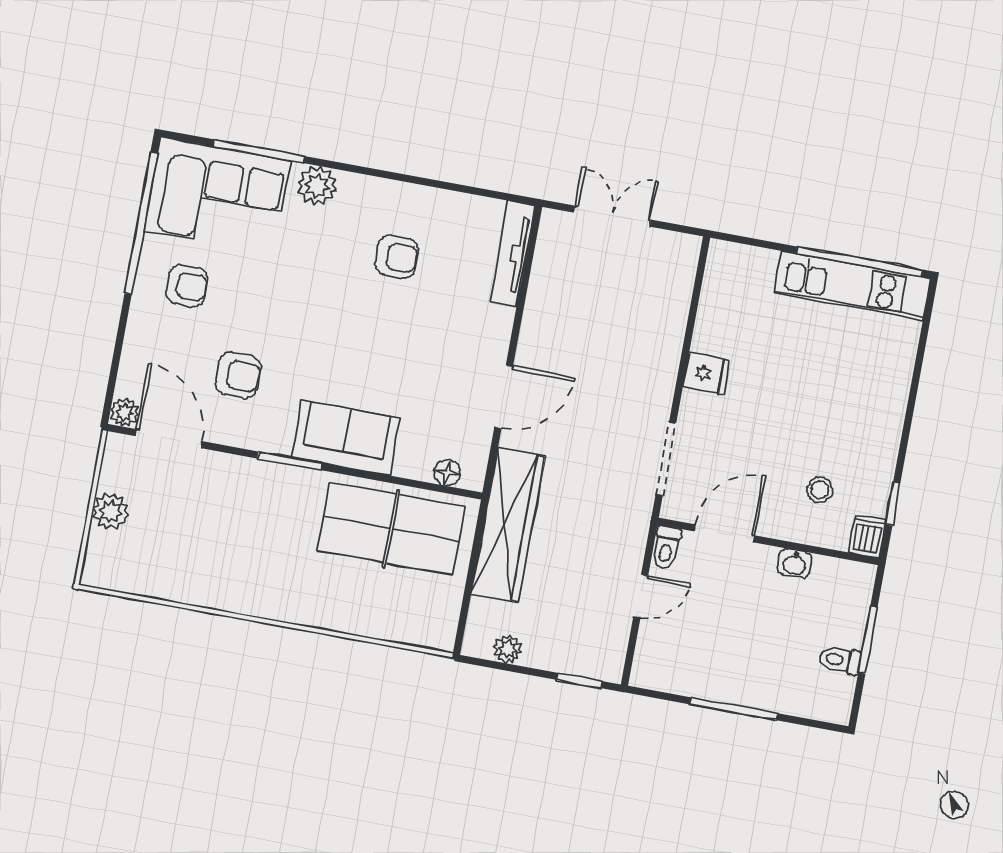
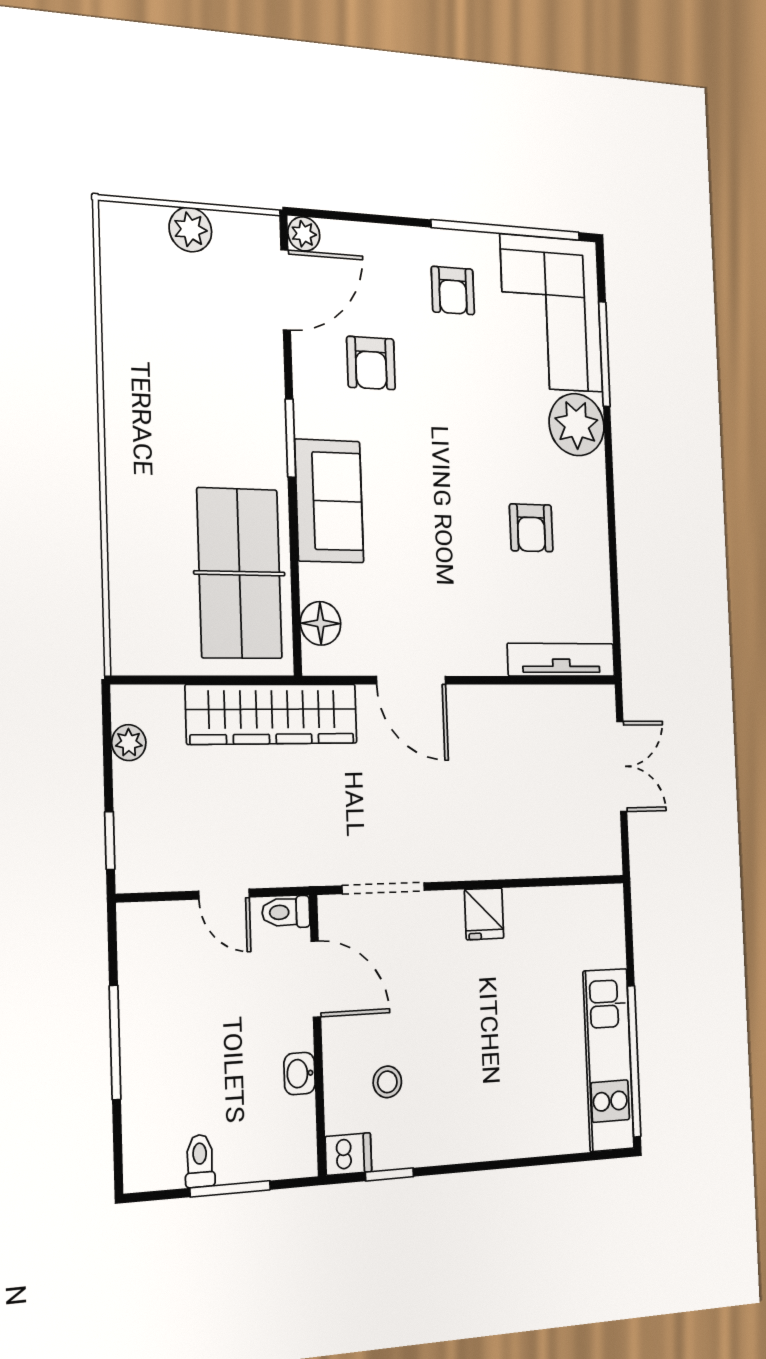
plant: (317, 186) -> (577, 425), width x1.36, depth x1.36
floor lamp: (447, 473) -> (321, 623), width x1.37, depth x1.37

